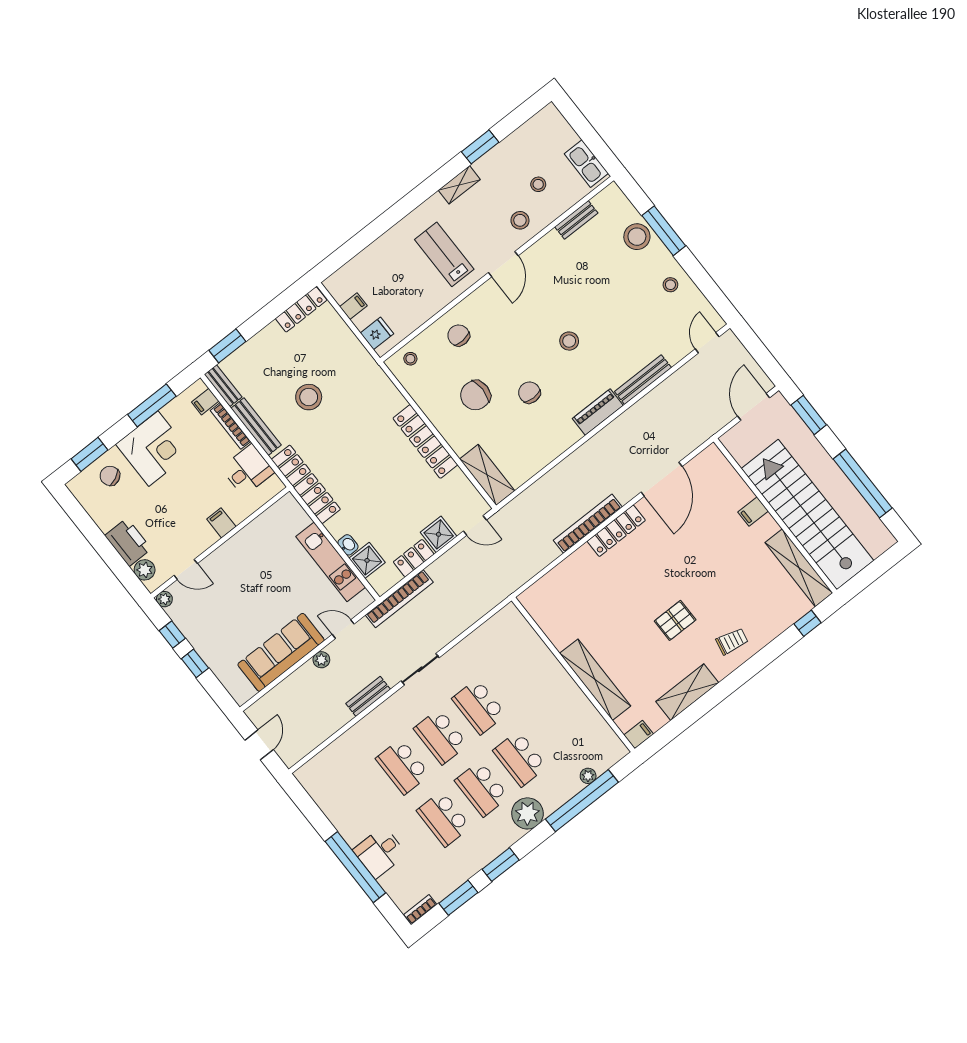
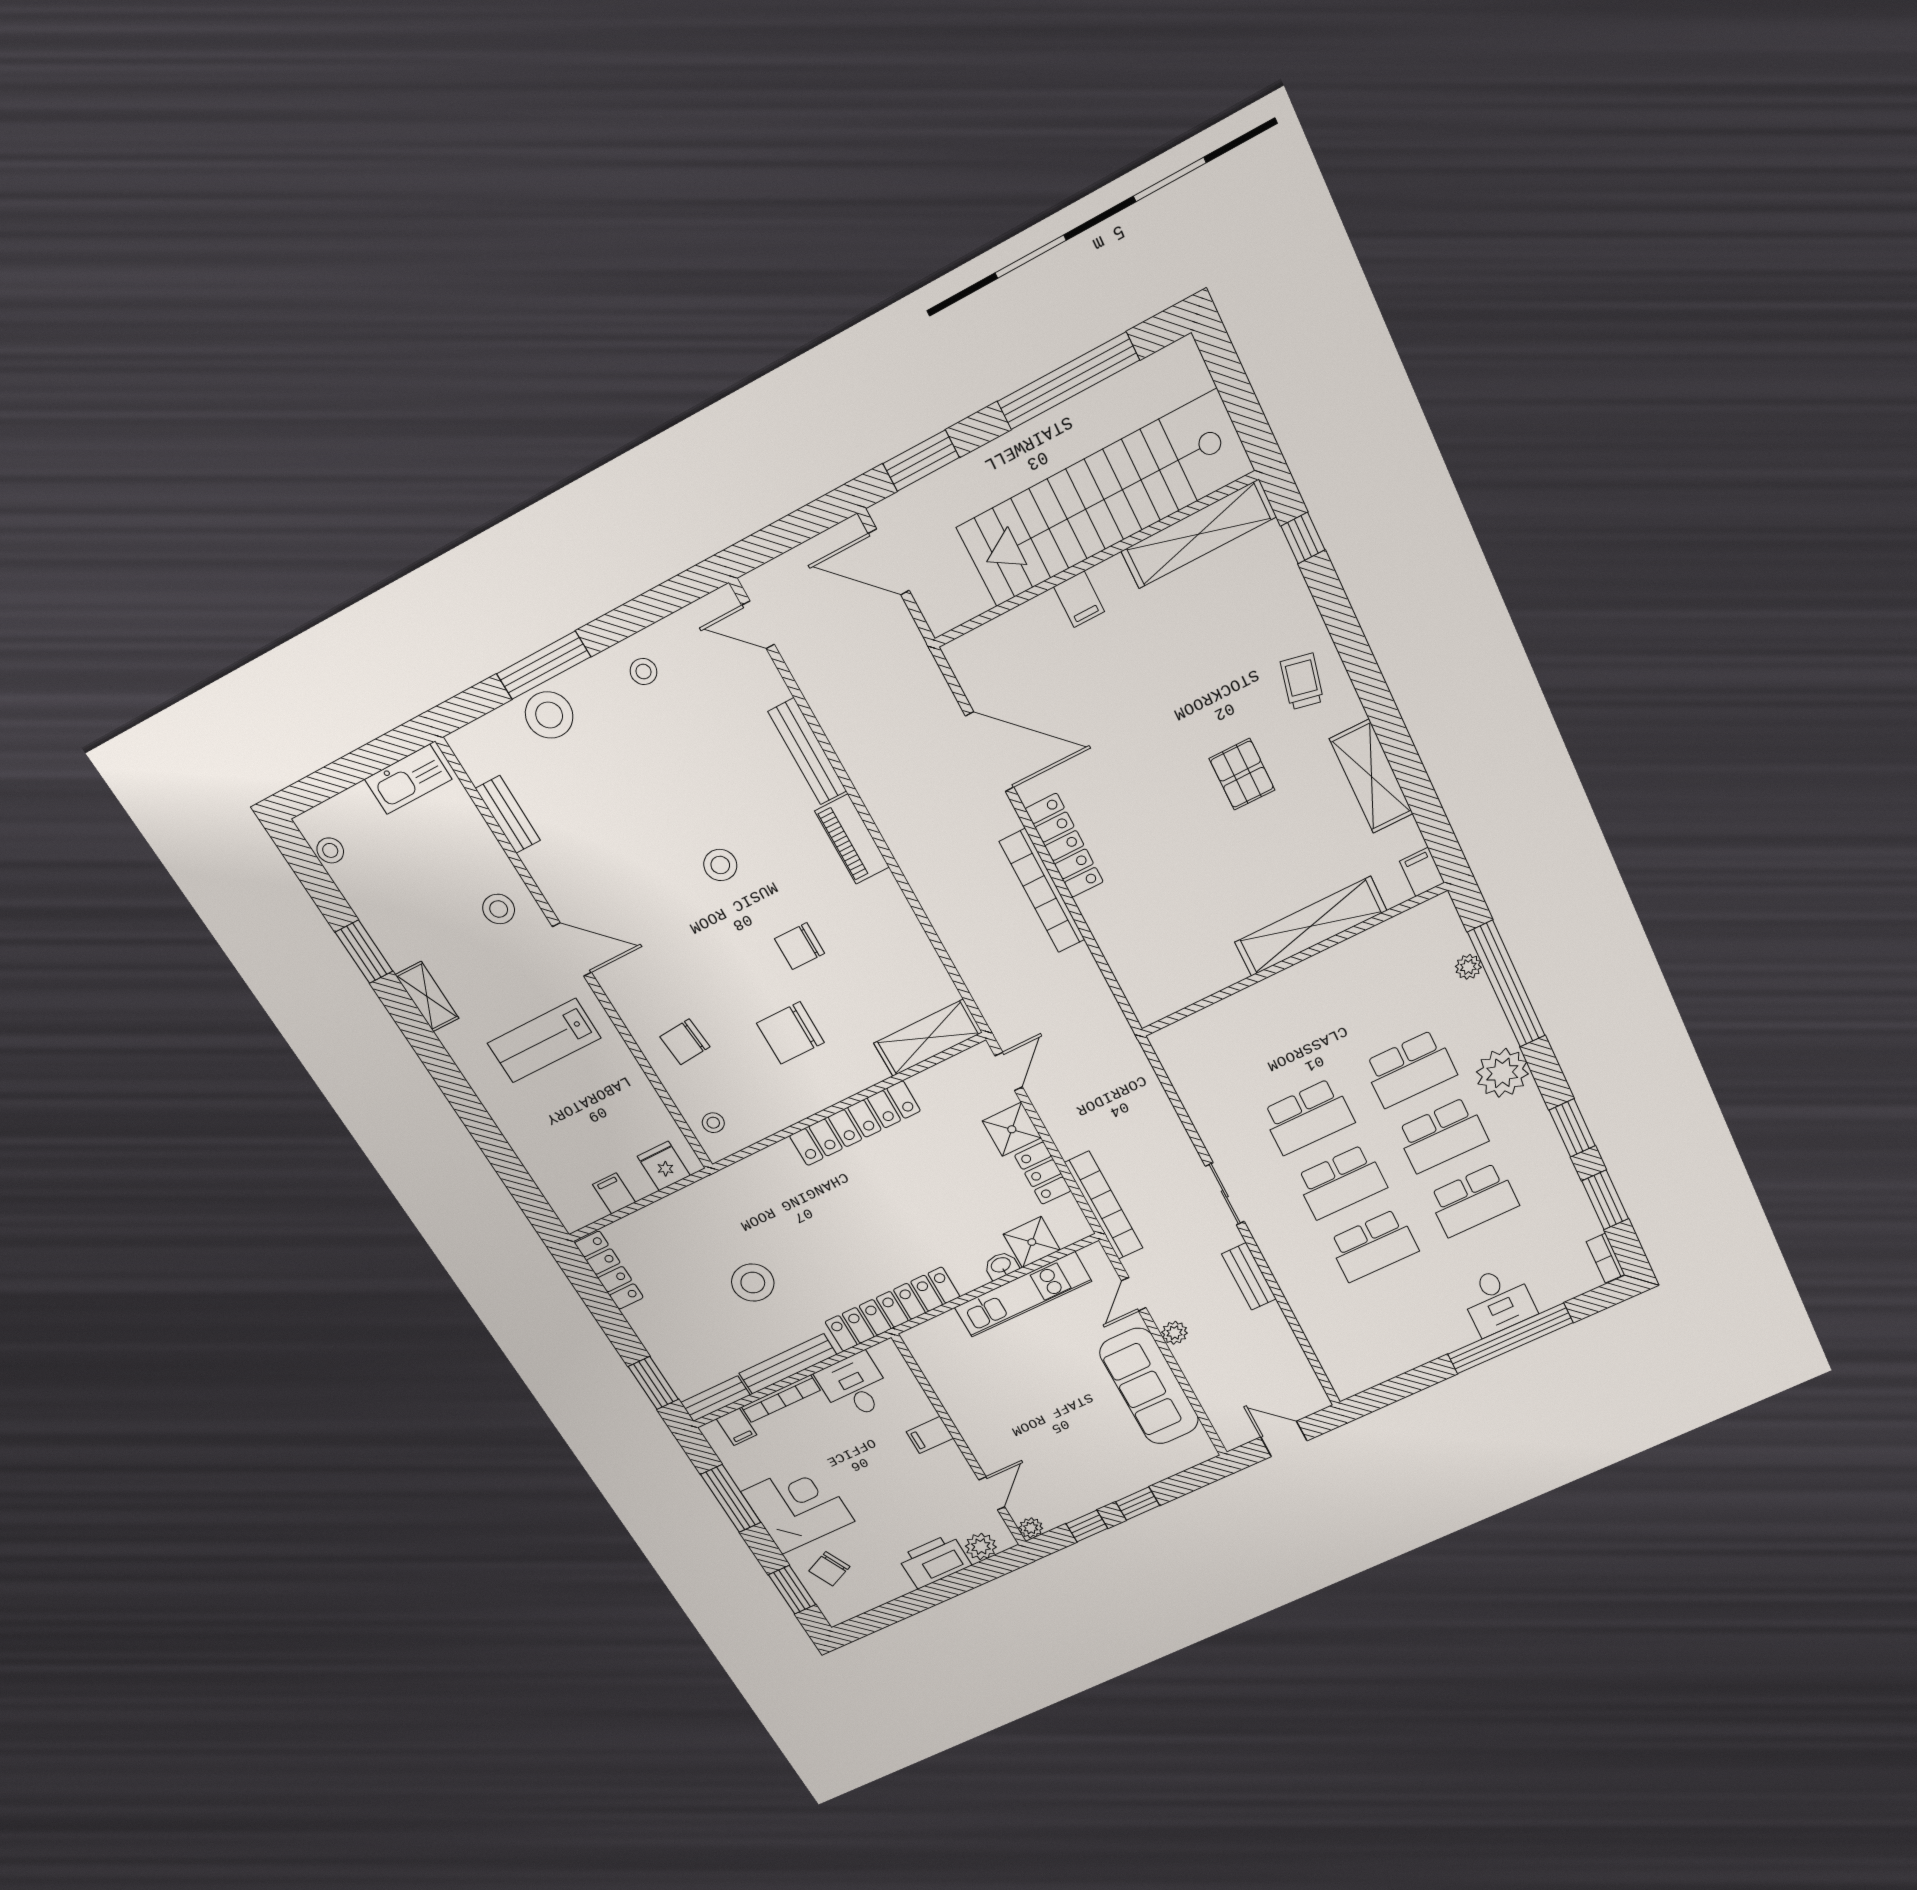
stool: (538, 184) -> (330, 850), moved
chair: (475, 395) -> (790, 1033), turned 90

